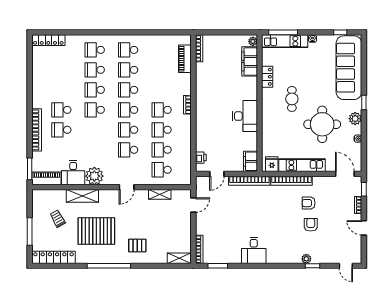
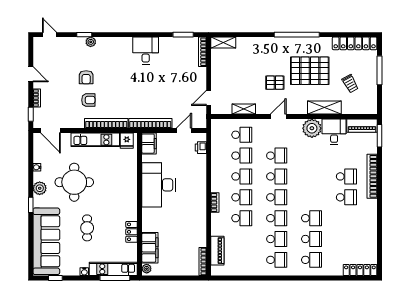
cafe table: (292, 99) -> (87, 228), moved
school desk: (95, 110) -> (242, 218), moved
desk: (245, 116) -> (159, 185), width x1.36, depth x1.30
pallet: (137, 245) -> (275, 83), moved

